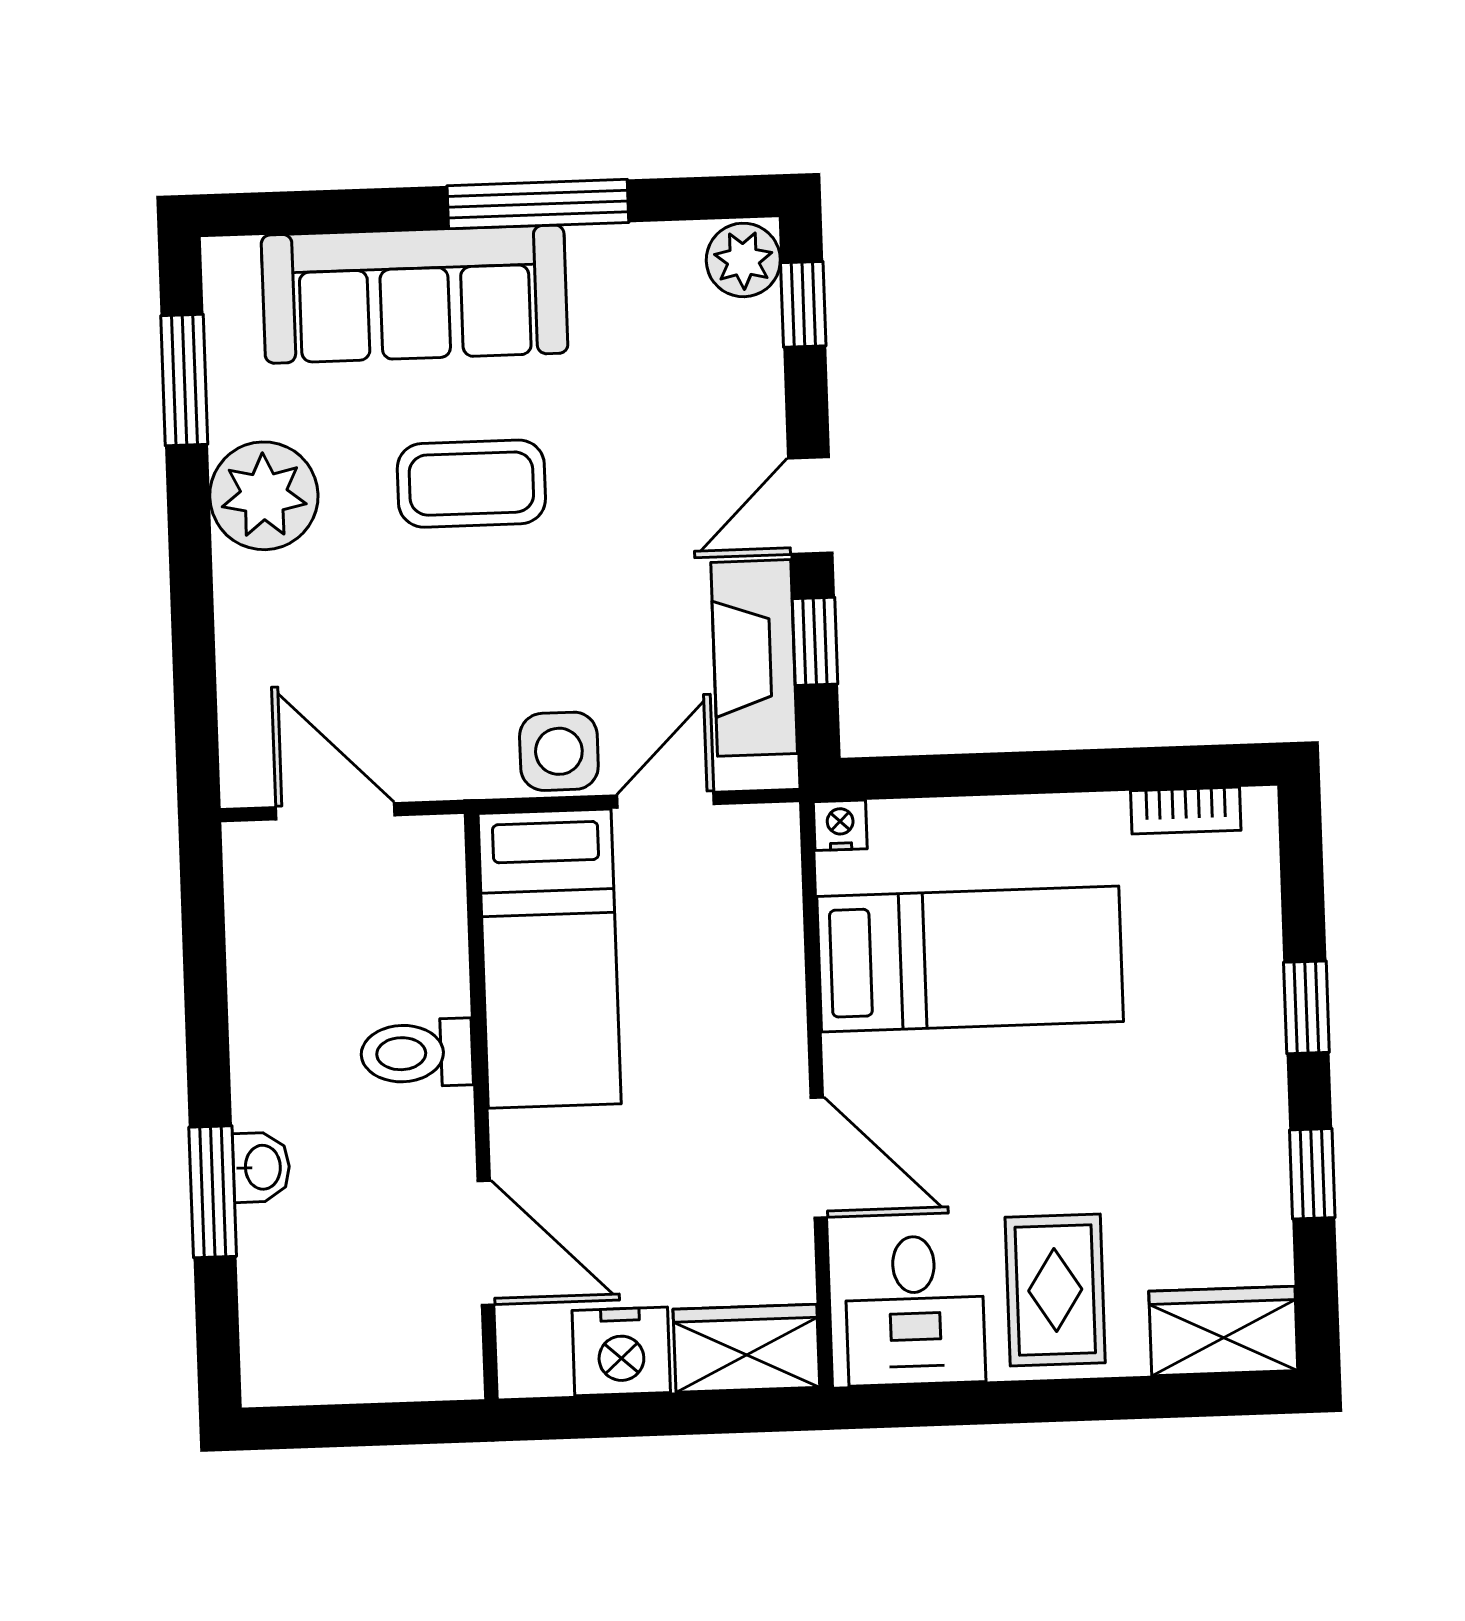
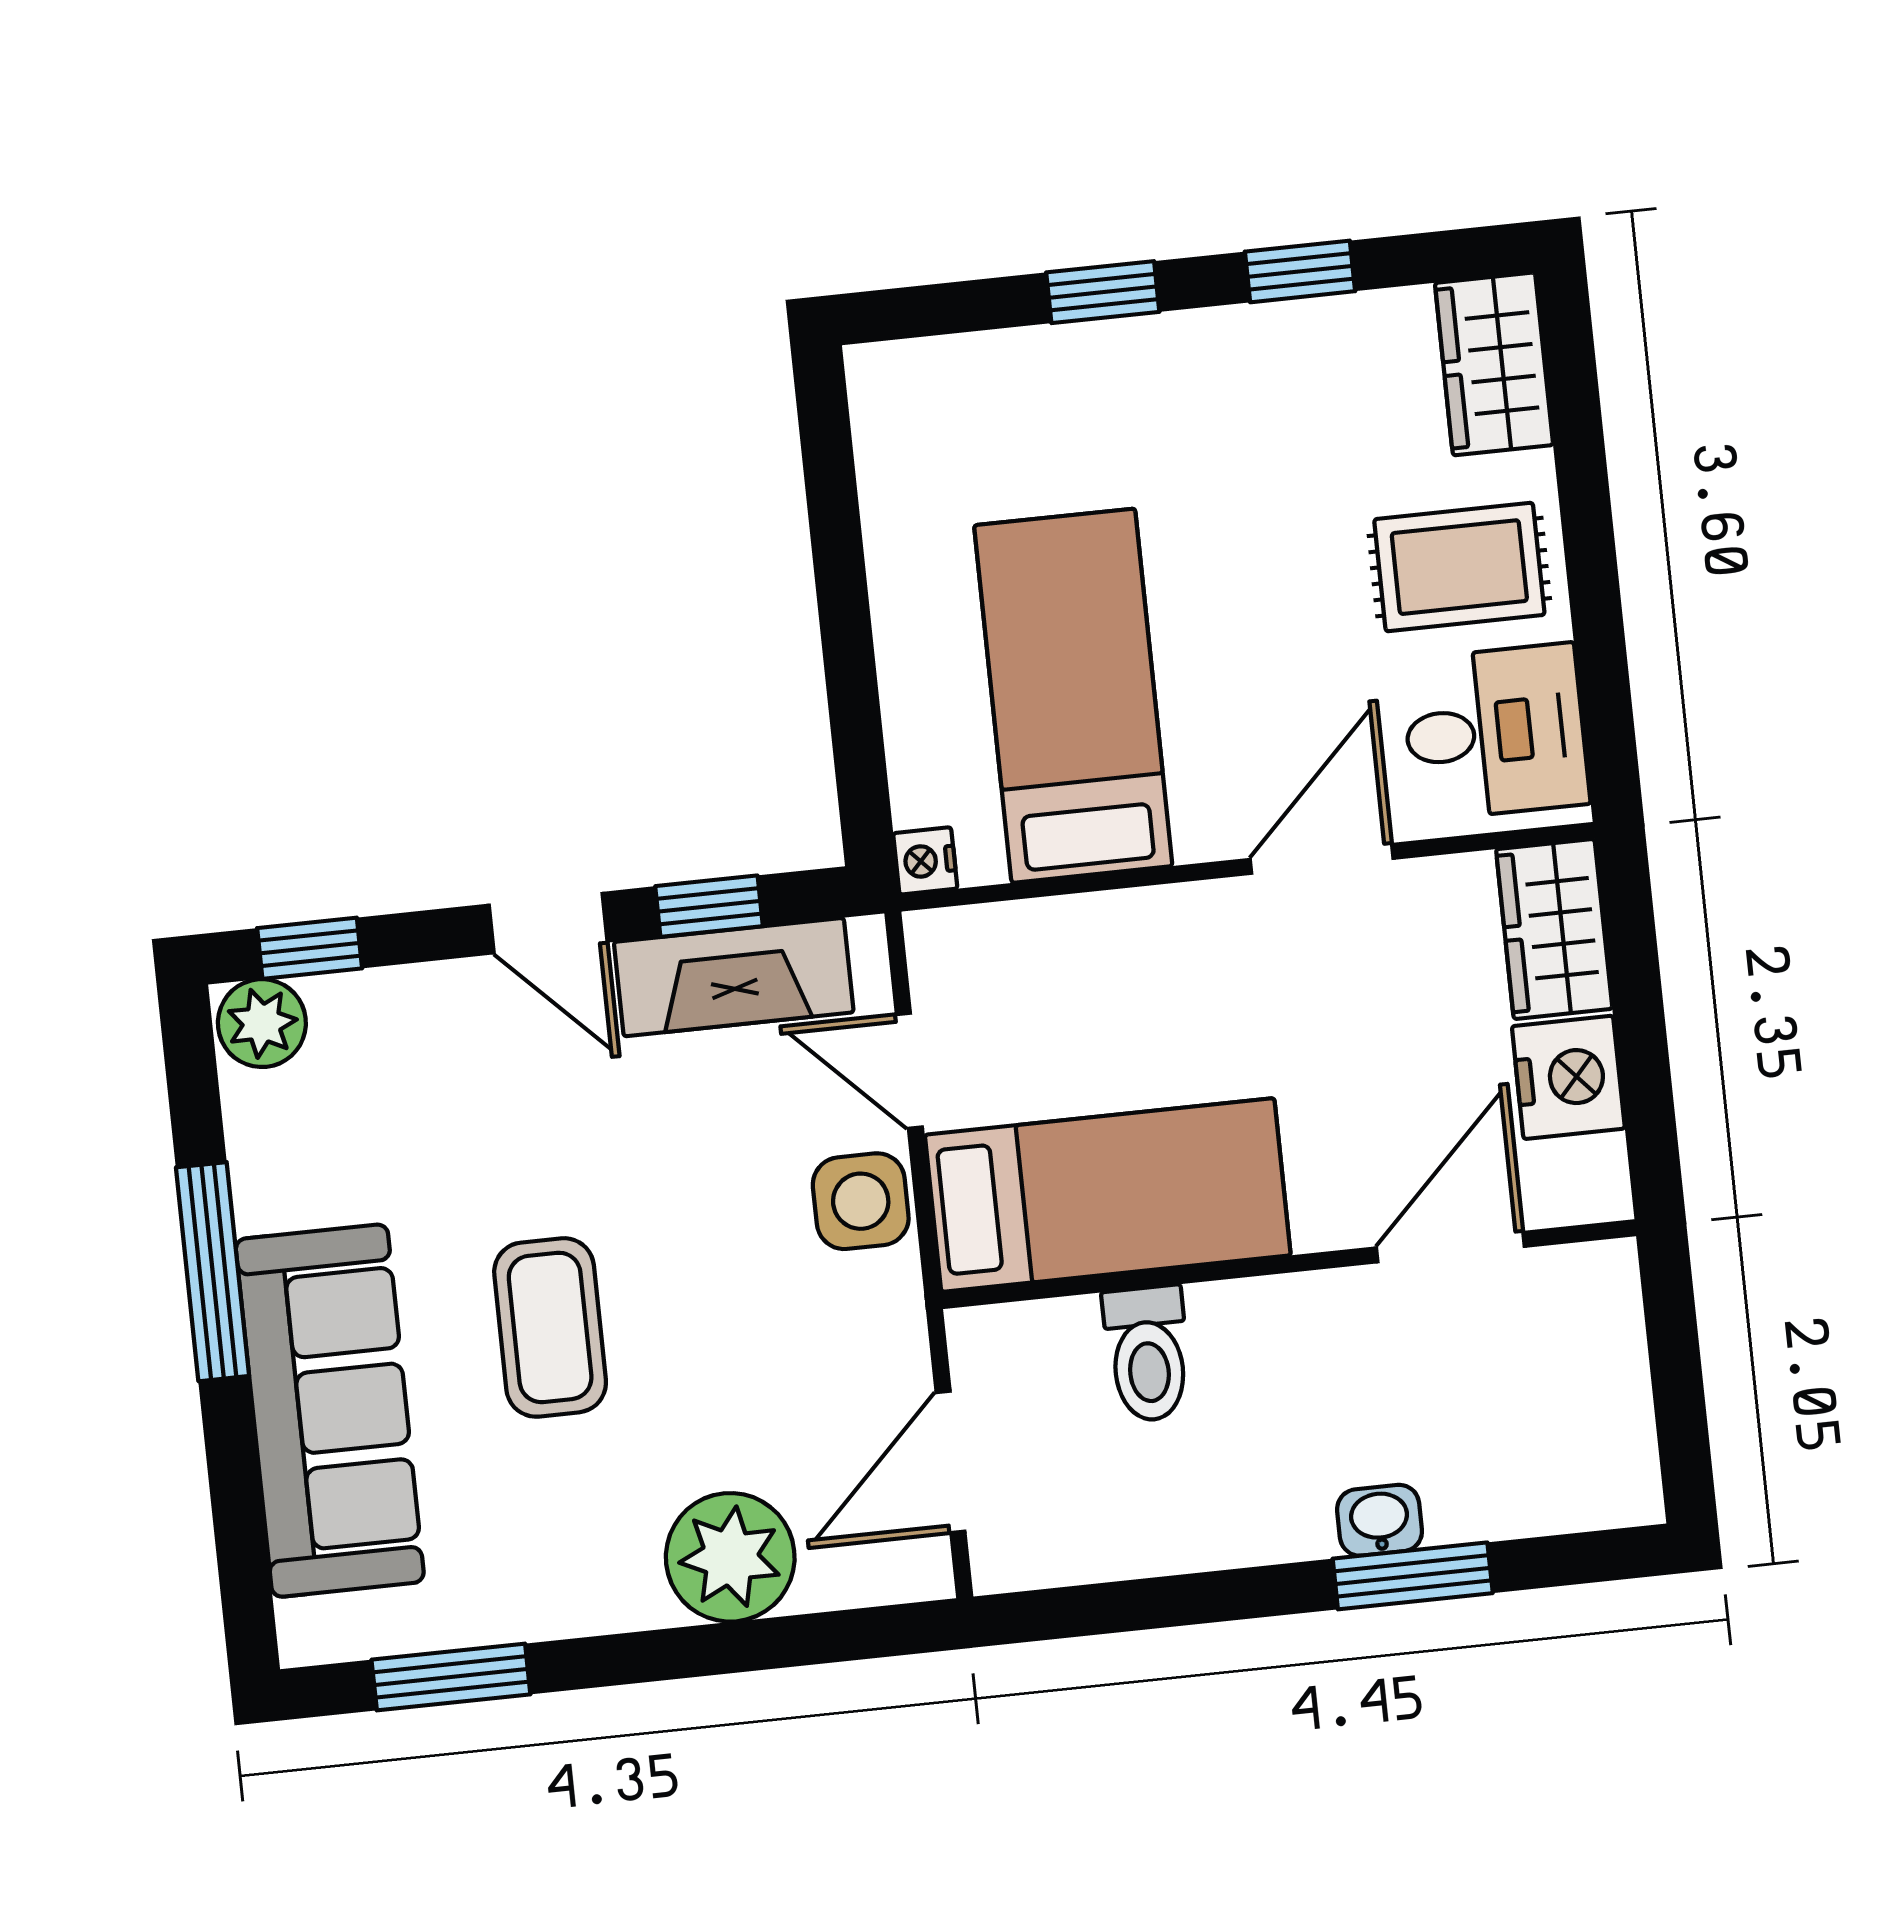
plant: (264, 496) -> (730, 1557), moved
bookcase: (1186, 811) -> (879, 452), removed
toilet: (417, 1053) -> (1147, 1354), moved

